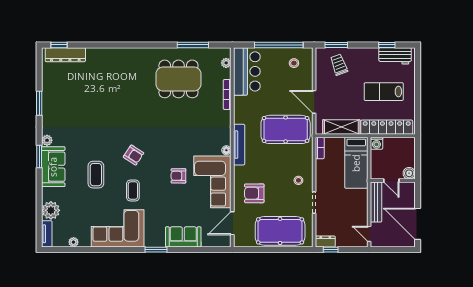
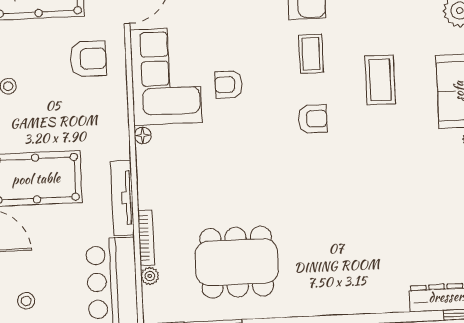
plant: (226, 63) -> (150, 276), moved
tv unit: (239, 145) -> (122, 198), moved
armchair: (134, 155) -> (313, 119), turned 147
armchair: (178, 176) -> (229, 84), turned 180

